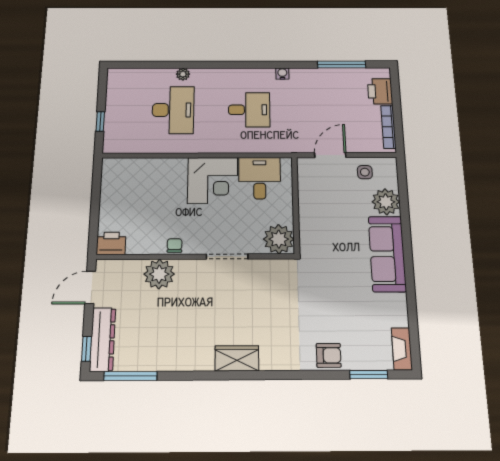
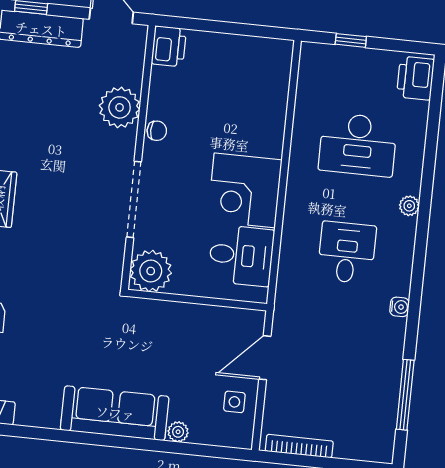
plant: (183, 74) -> (409, 206), moved
printer: (380, 91) -> (415, 78), moved, turned -90
desk: (249, 110) -> (347, 253), turned 180
door: (330, 155) -> (265, 358), swing flipped
plant: (386, 202) -> (178, 432), width x0.53, depth x0.53
doorway: (227, 257) -> (134, 199), width x1.36

